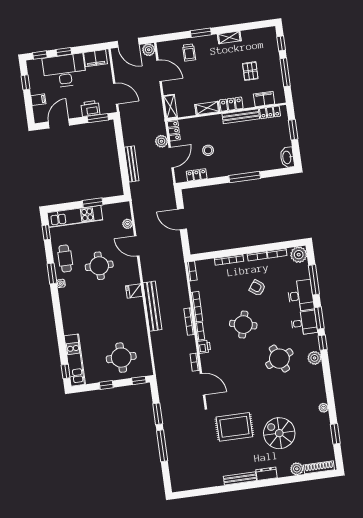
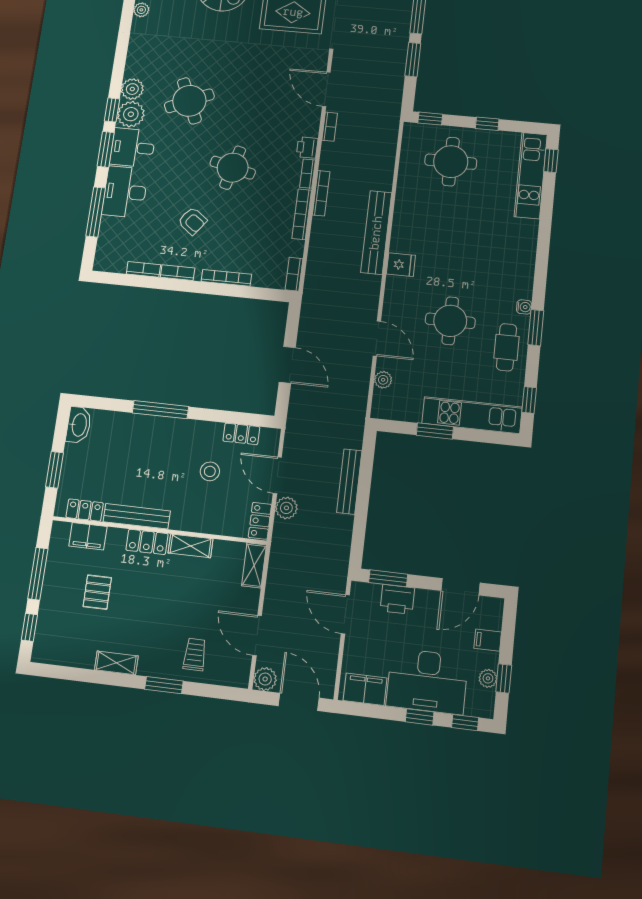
plant: (34, 80) -> (488, 678), added
door: (171, 157) -> (277, 475), hinge flipped
plant: (299, 255) -> (131, 114), moved

